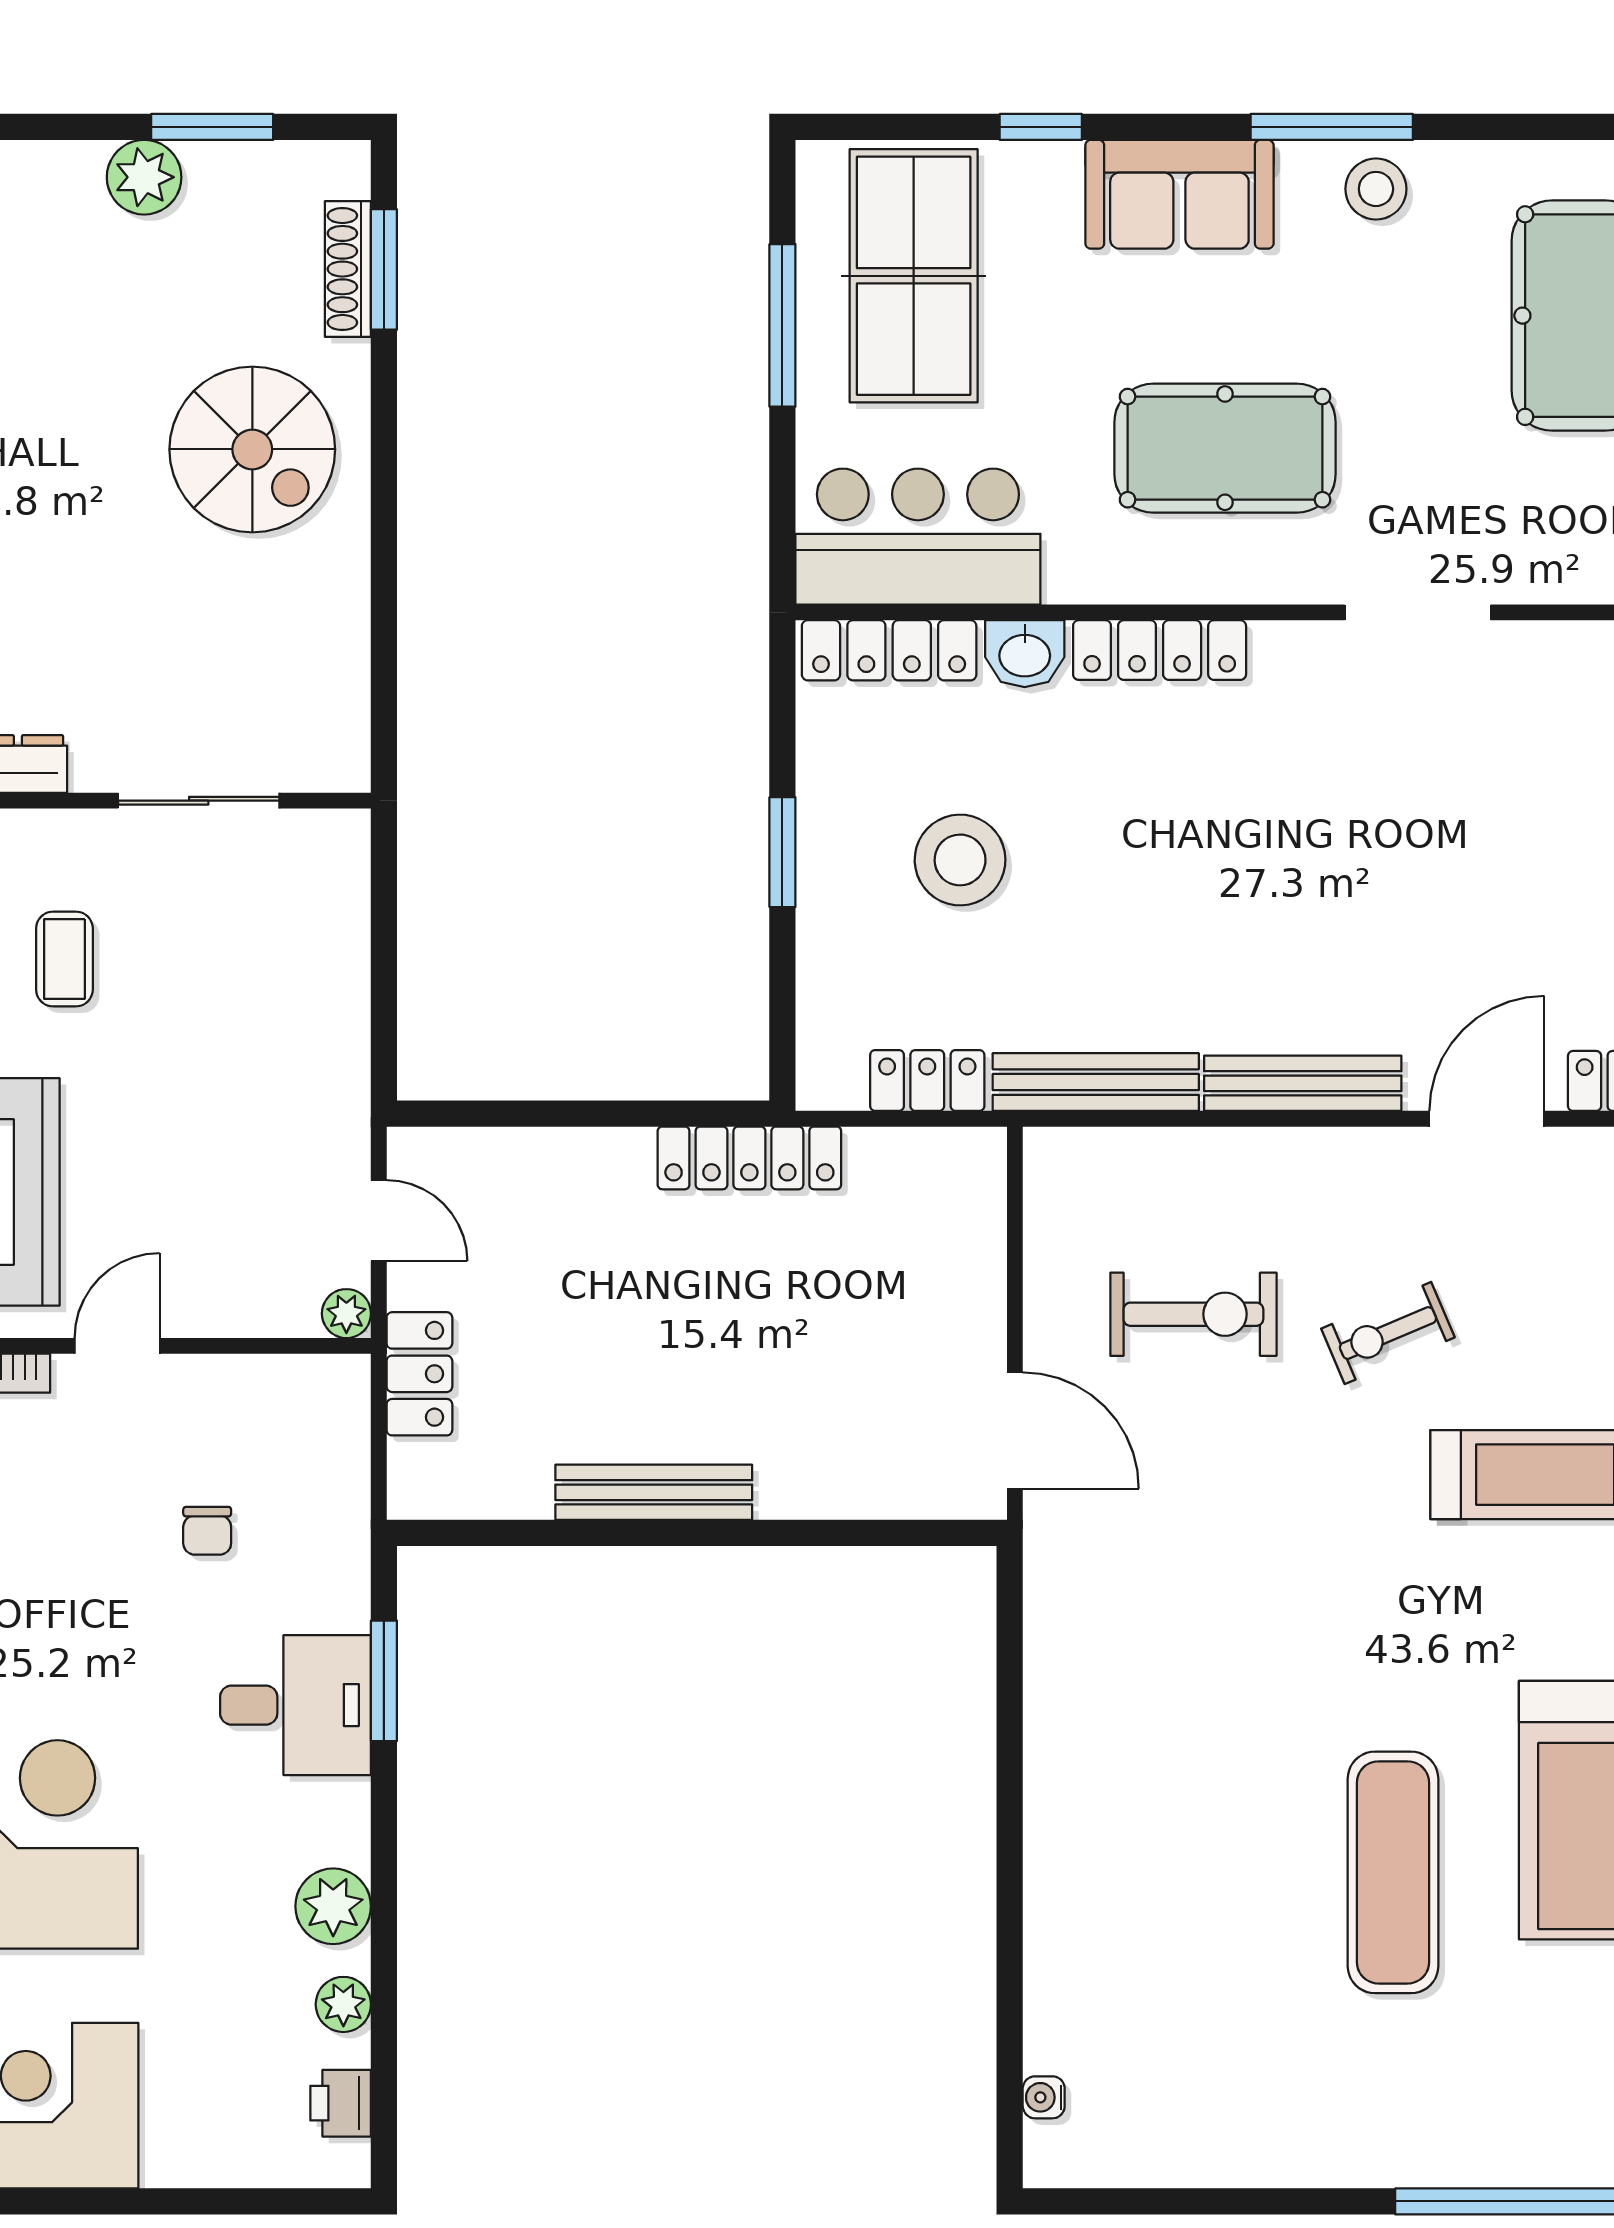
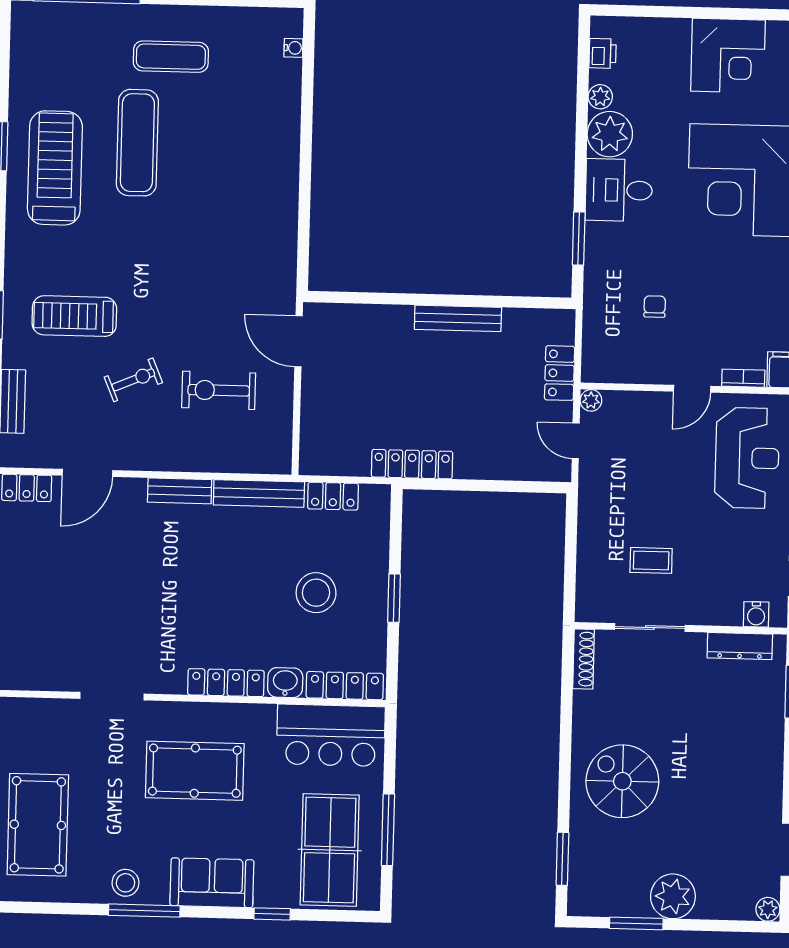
plant: (144, 177) -> (673, 896), width x1.36, depth x1.36
shoe rack: (348, 269) -> (584, 659), moved
coffee table: (64, 959) -> (651, 560), moved, turned 90
bench: (1303, 1083) -> (180, 491), width x0.73
desk: (295, 1705) -> (619, 190), moved
plant: (333, 1906) -> (610, 134), width x1.36, depth x1.36
exercise mat: (1322, 2070) -> (171, 57), added

